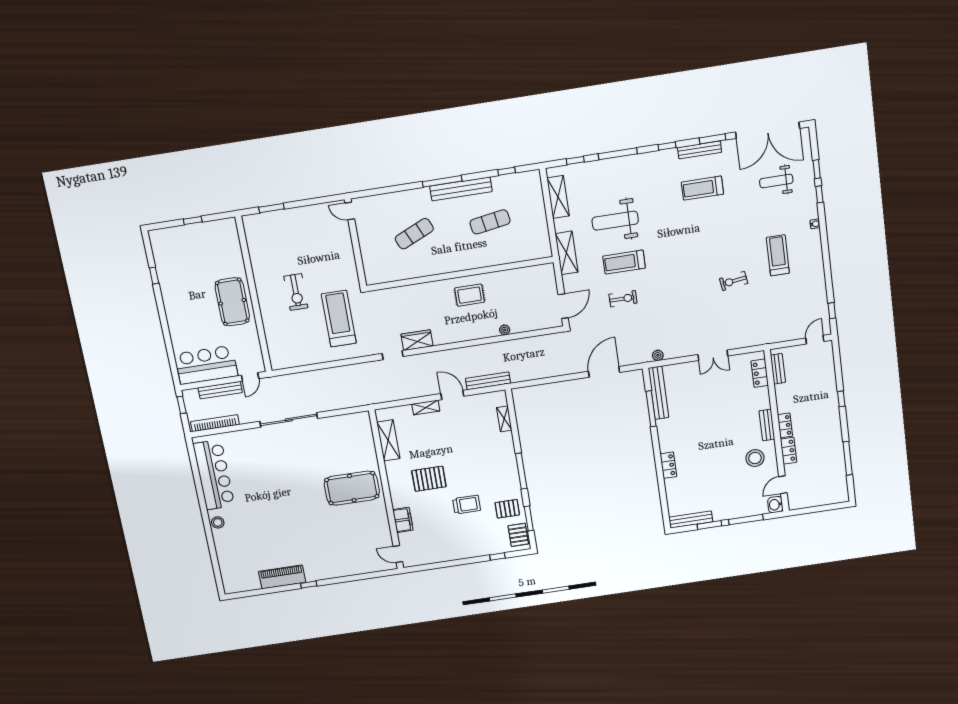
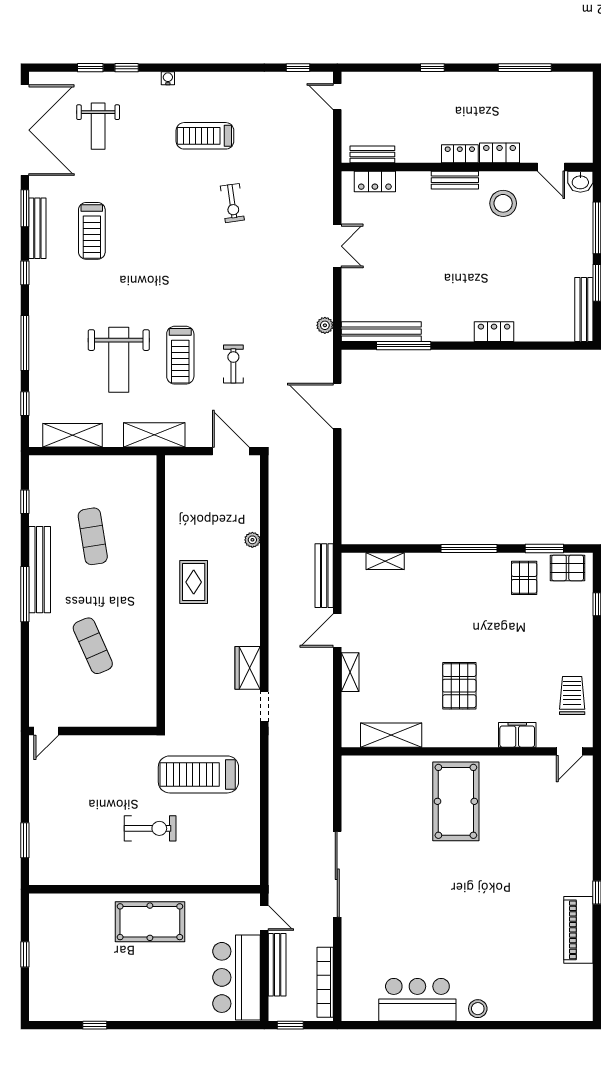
bar counter: (214, 475) -> (417, 1000), width x0.73
trolley: (467, 505) -> (572, 696), moved

